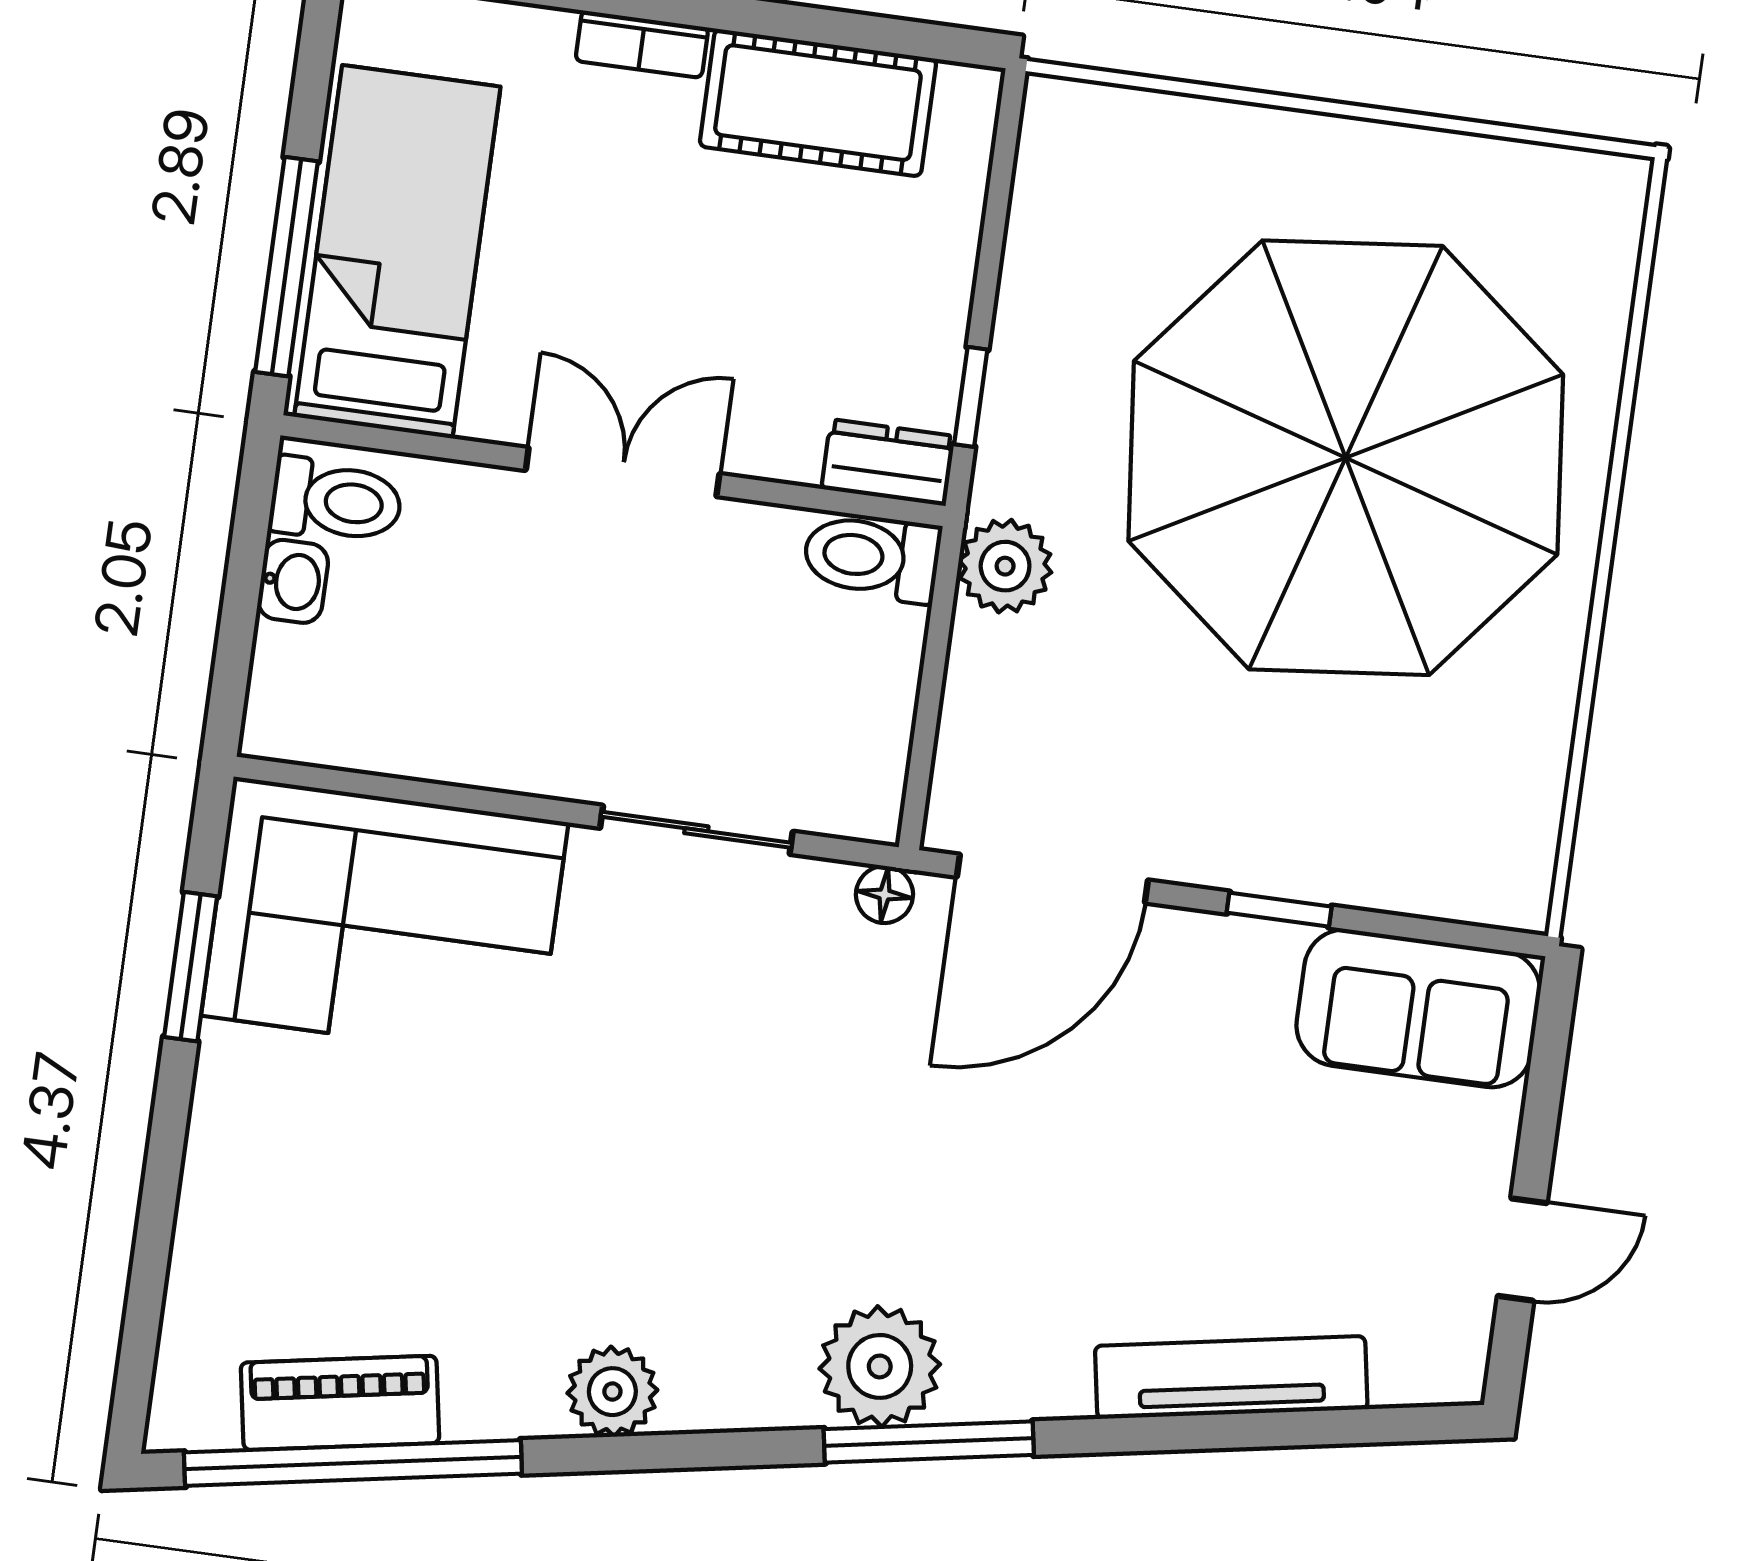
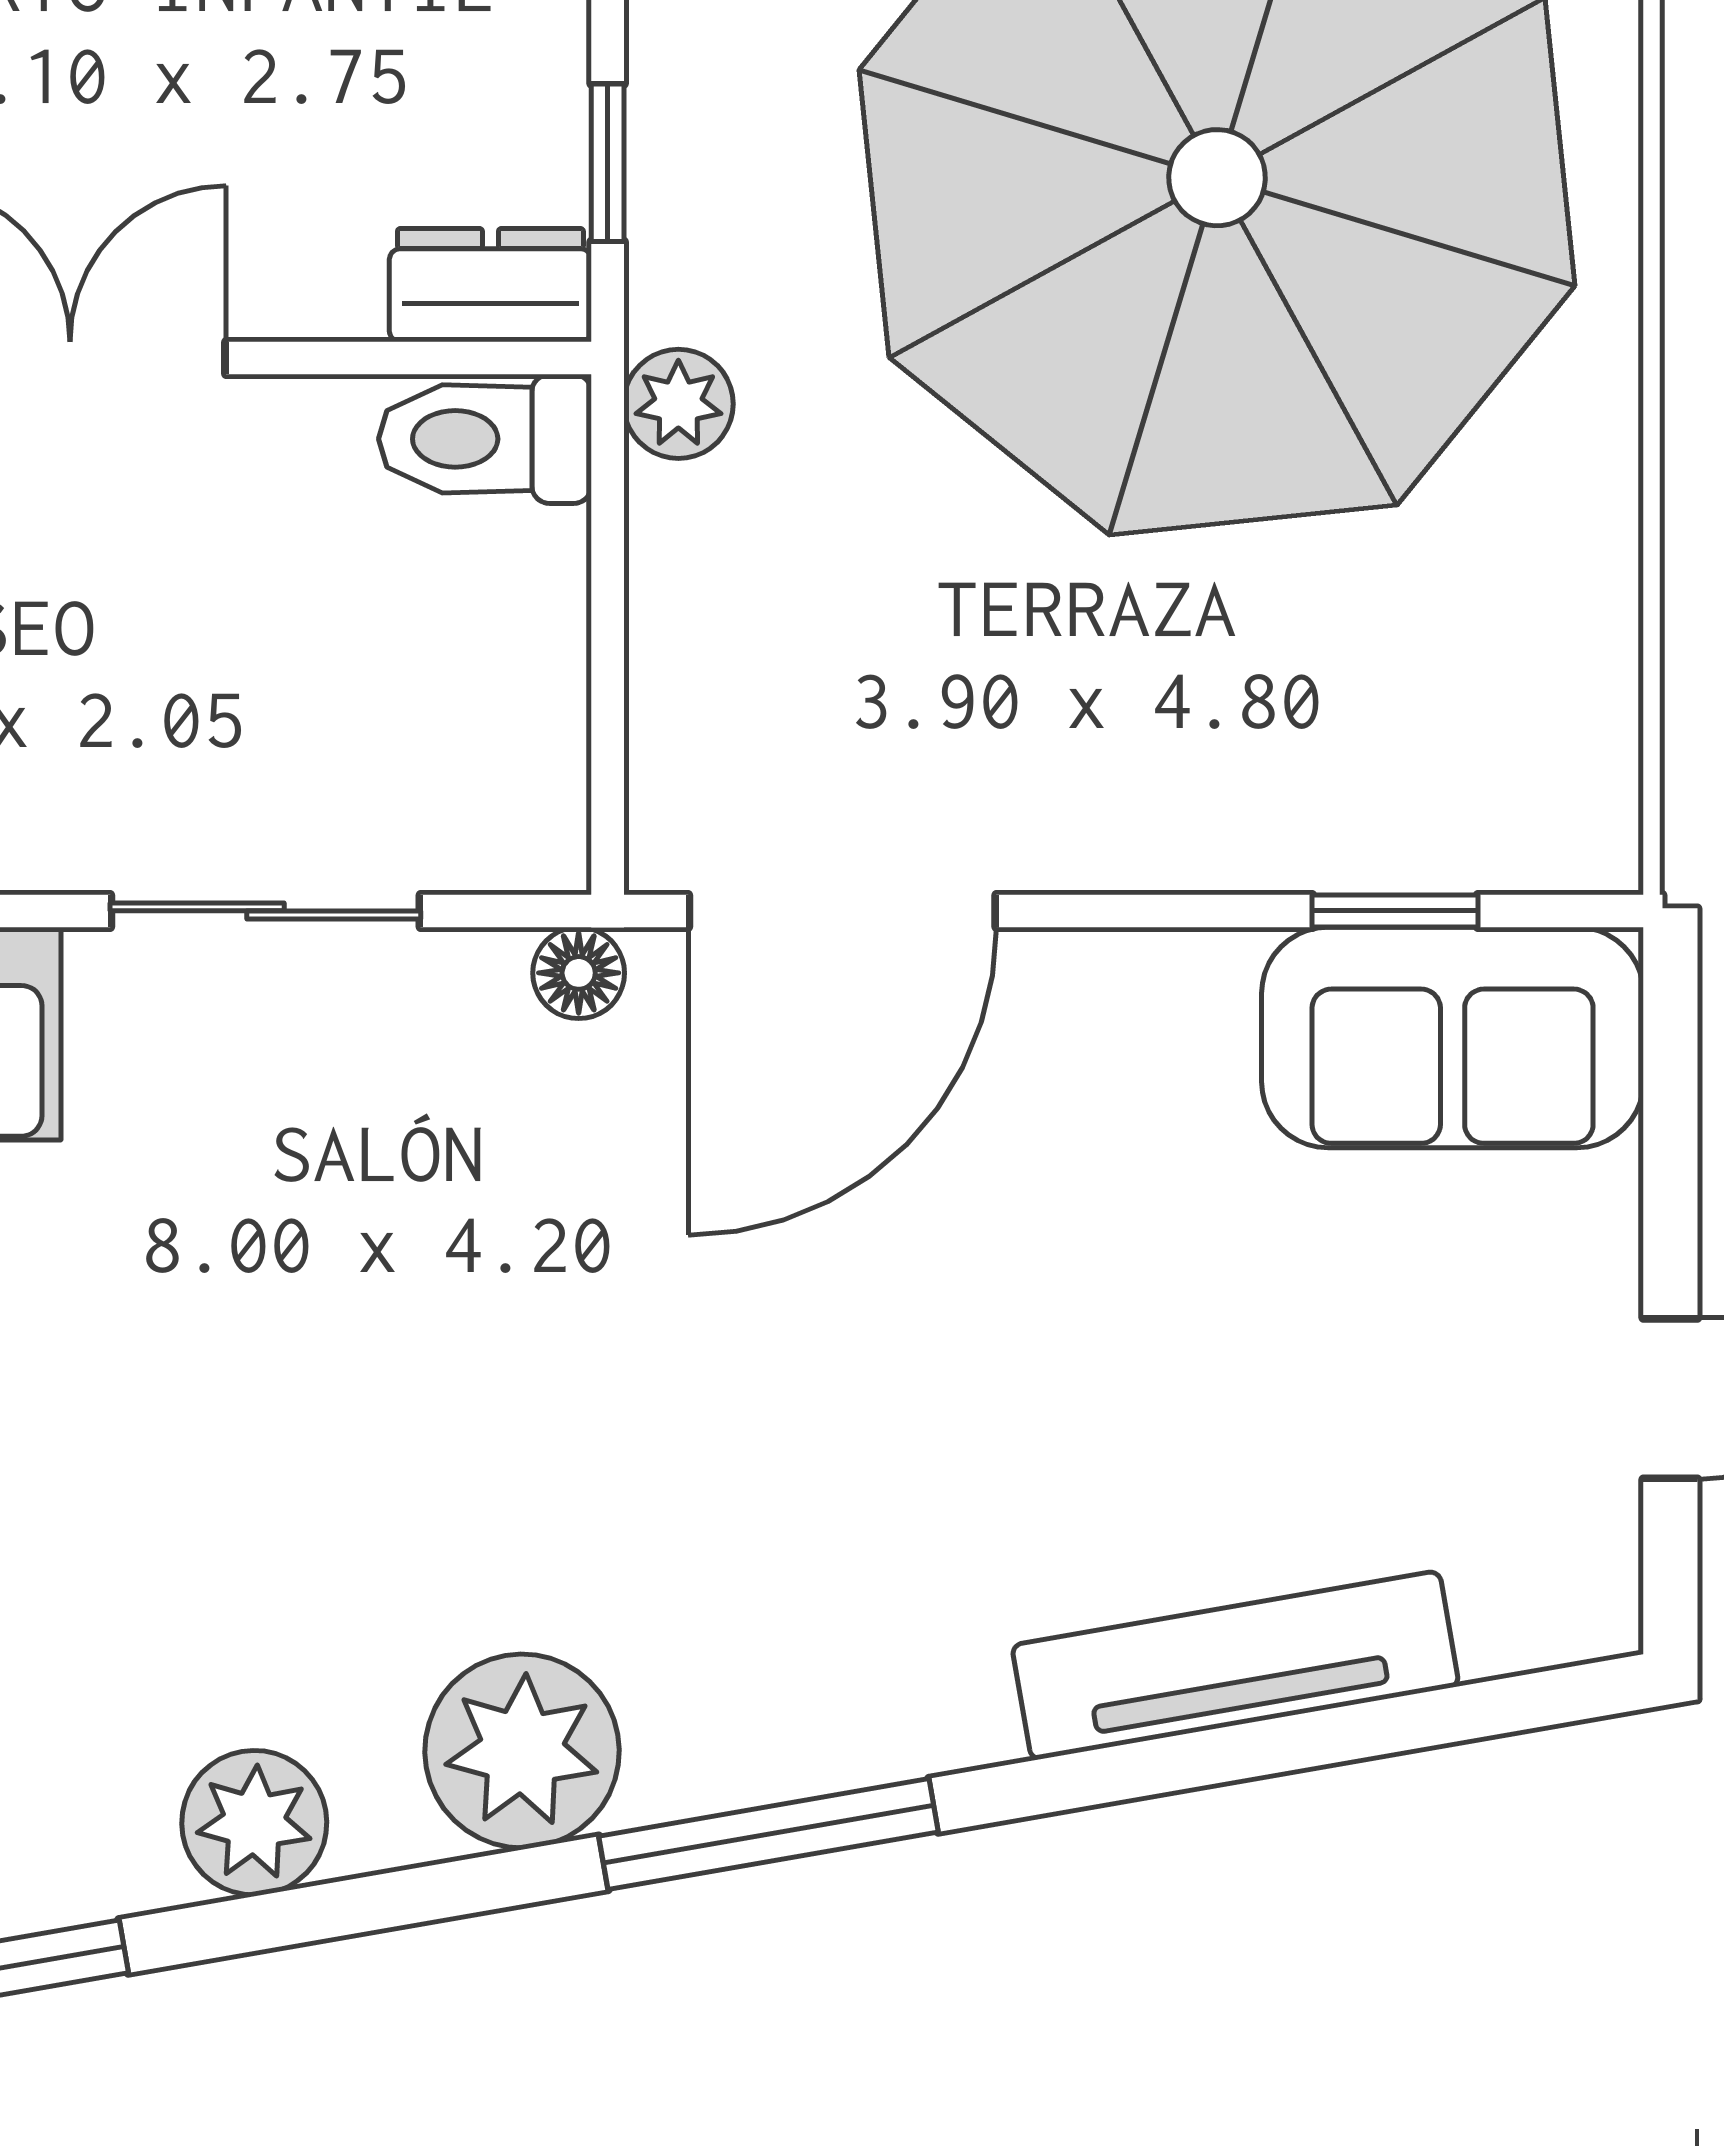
plant: (1005, 566) -> (678, 404), width x0.73, depth x0.73
window: (1279, 910) -> (1395, 911), moved
plant: (880, 1366) -> (522, 1751), moved

